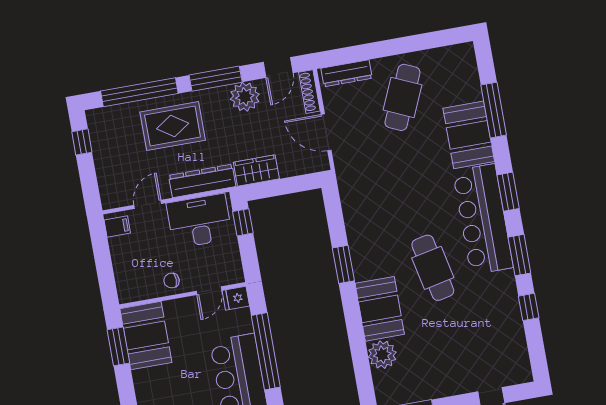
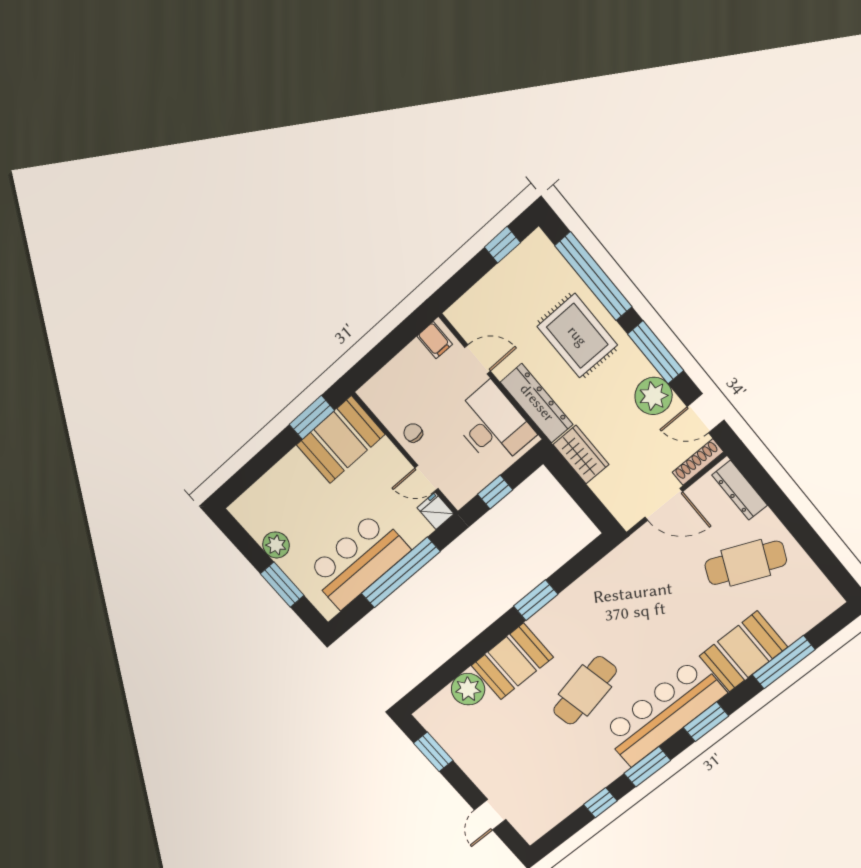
door: (326, 132) -> (664, 504), swing flipped
window: (243, 222) -> (495, 492), moved

